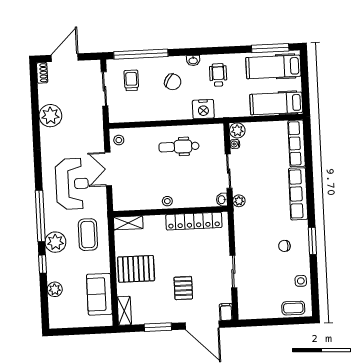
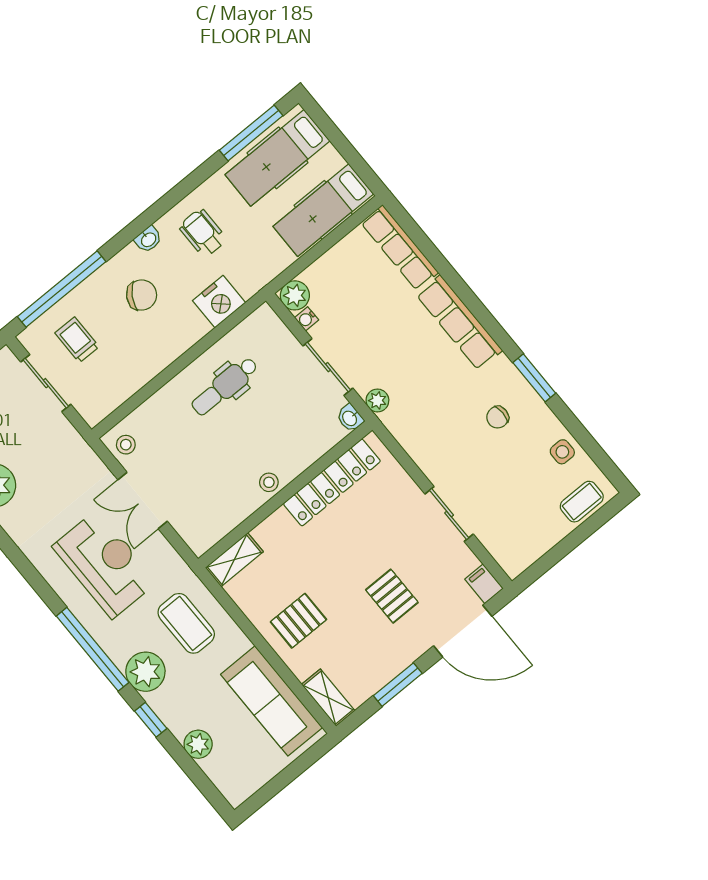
pallet: (136, 269) -> (298, 621), width x0.67, depth x0.71
sofa: (99, 294) -> (272, 701), width x1.36

